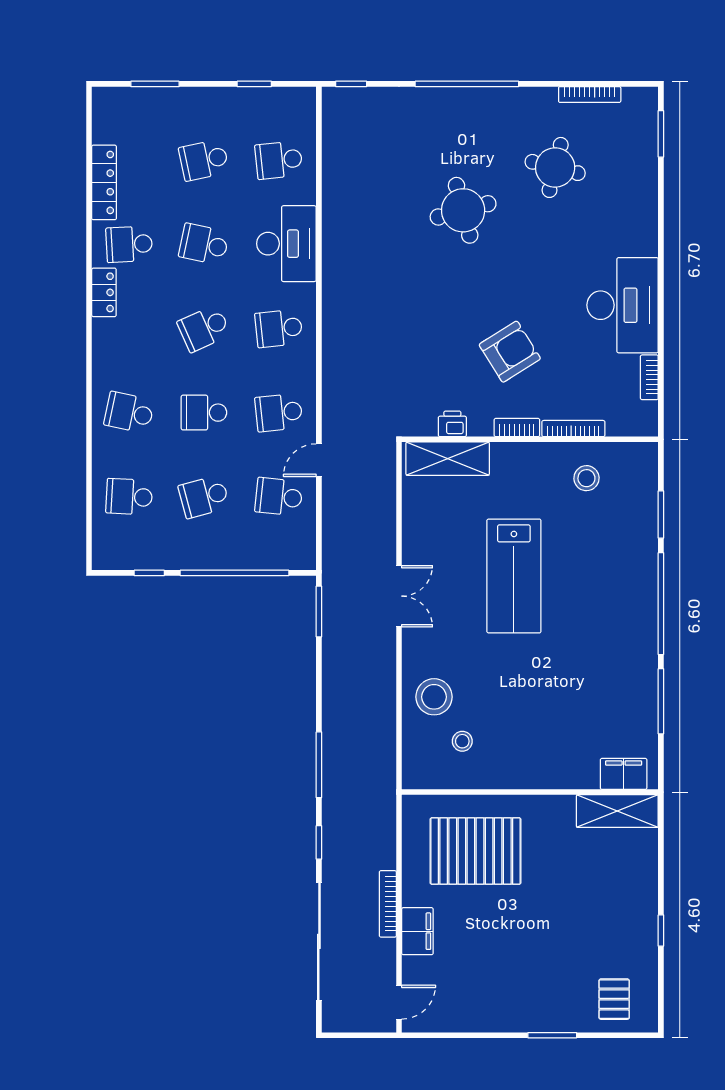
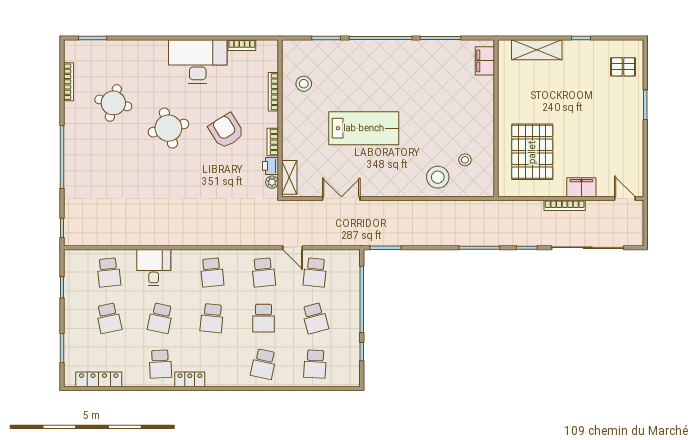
locker: (104, 182) -> (99, 379), moved
round table: (463, 210) -> (168, 128), moved
desk: (286, 244) -> (154, 268), width x0.73
school desk: (204, 328) -> (212, 318), turned 30
plant: (426, 426) -> (272, 182), added
bookcase: (517, 428) -> (273, 142), moved
shelving: (448, 459) -> (289, 177), width x0.67, depth x0.75
double door: (399, 596) -> (341, 199), moved
shelving: (617, 811) -> (537, 50), moved, turned 90

